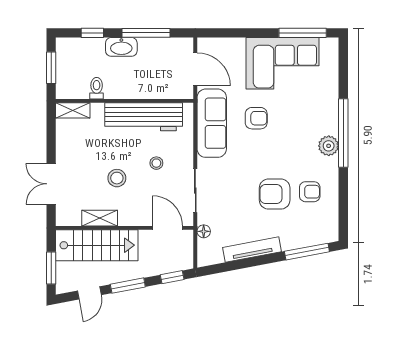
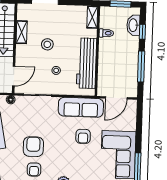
washbasin: (121, 47) -> (133, 25), moved

